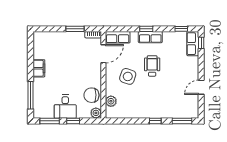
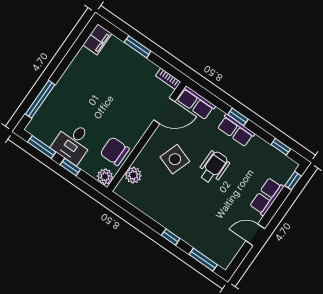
window: (75, 29) -> (138, 47), moved
row of seats: (193, 44) -> (267, 196), moved
filing cabinet: (39, 68) -> (97, 39), moved

